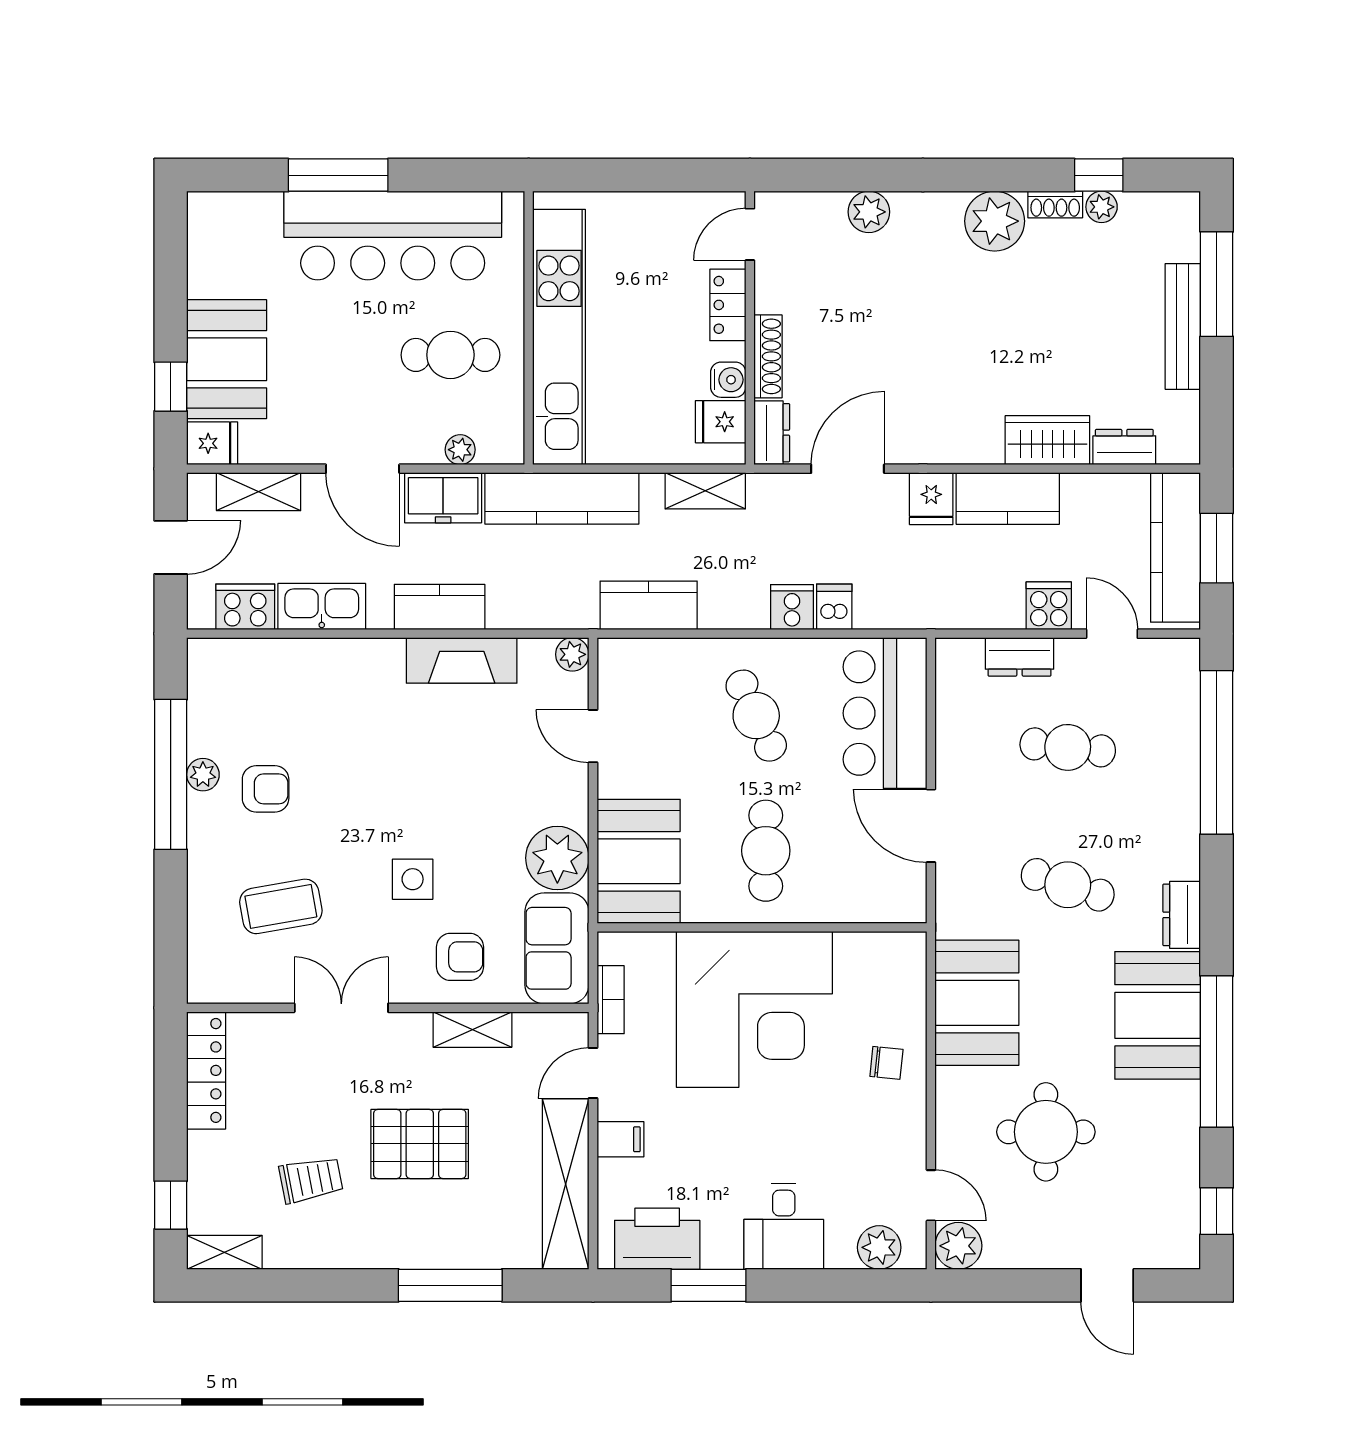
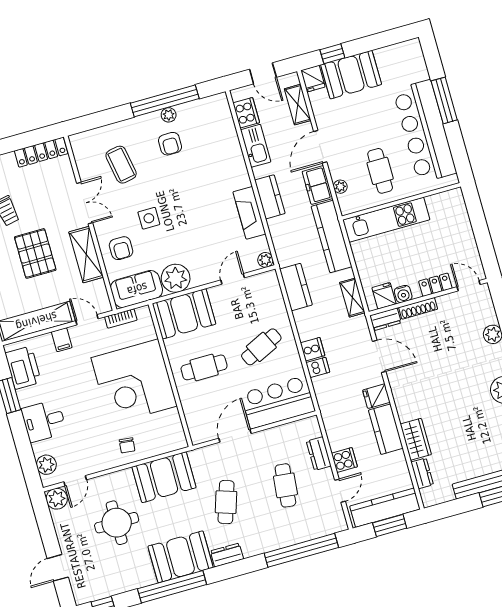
kitchen unit: (559, 337) -> (386, 220), width x0.73
shelving: (472, 1030) -> (86, 255), width x1.50, depth x1.33

